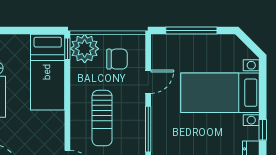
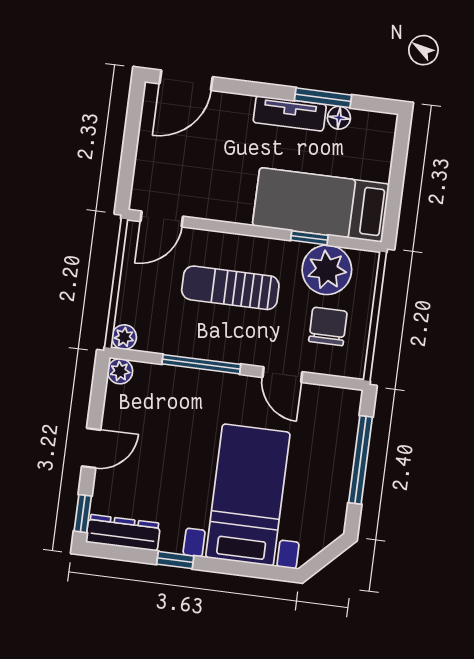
window: (67, 49) -> (309, 238), moved
plant: (85, 49) -> (327, 270), moved
chair: (117, 59) -> (328, 326), turned 180

